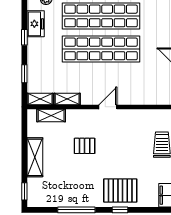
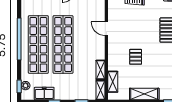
door: (108, 107) -> (106, 29), moved

